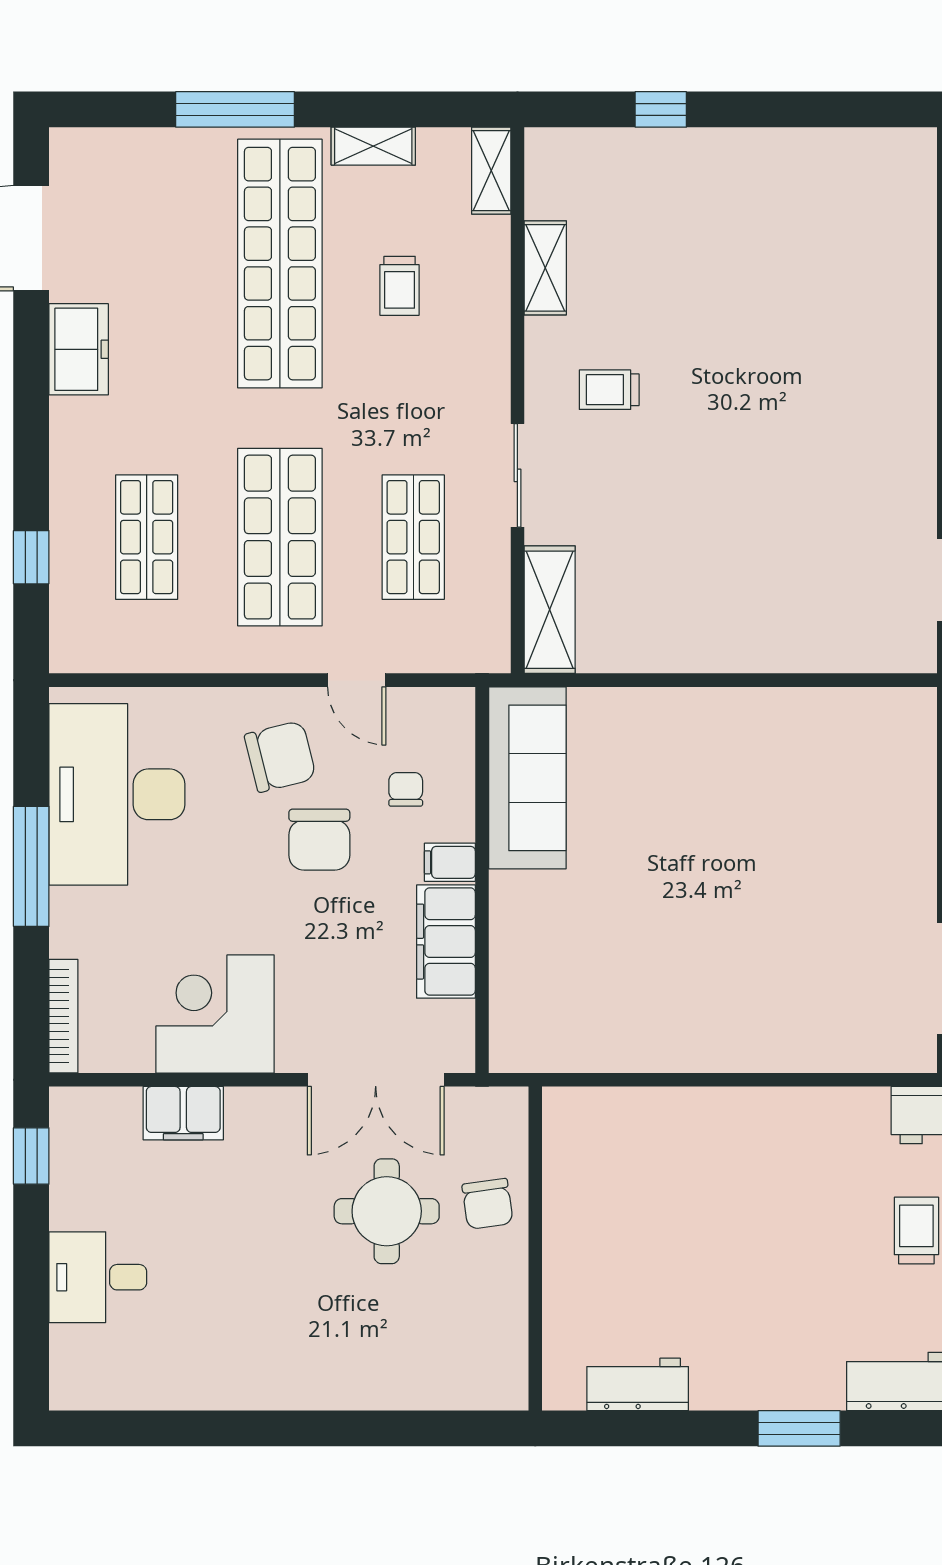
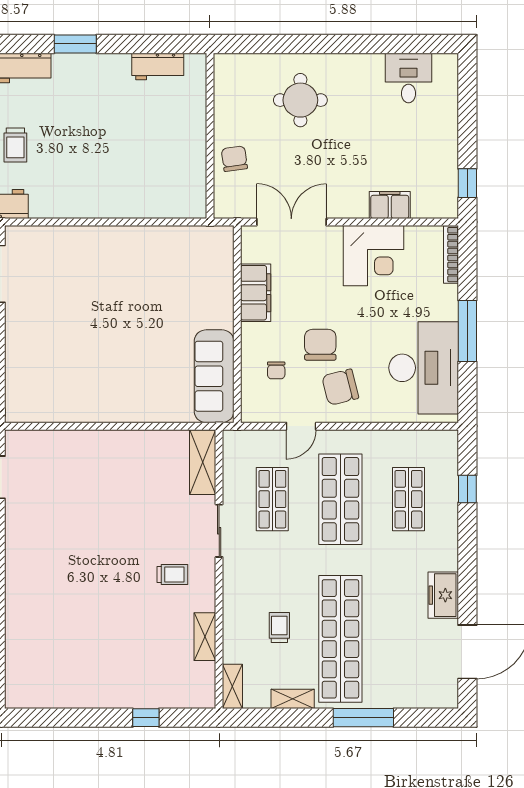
door: (357, 680) -> (301, 426), swing flipped
filing cabinet: (450, 862) -> (254, 333), removed
round table: (387, 1211) -> (300, 100), moved
desk: (98, 1277) -> (409, 78), moved, turned -90

